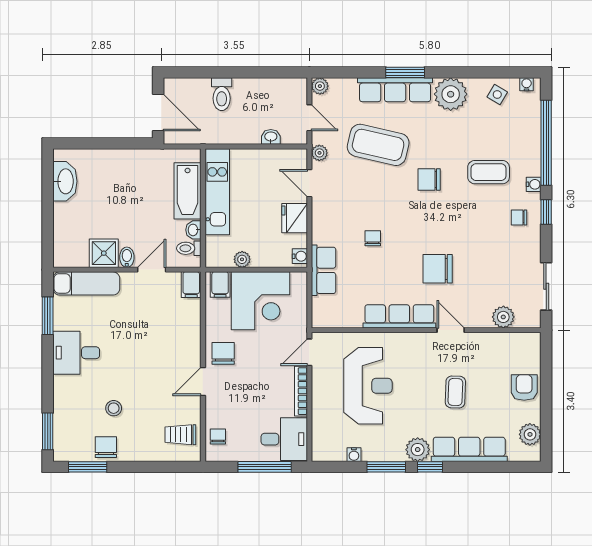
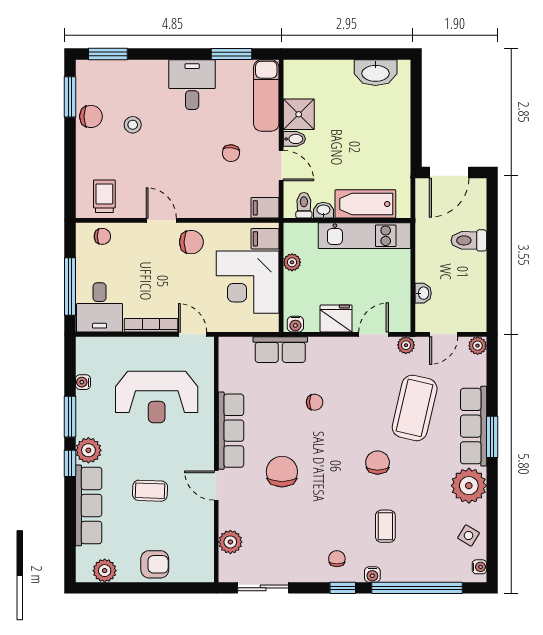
coffee table: (489, 172) -> (385, 526), width x0.73, depth x0.77
chair: (140, 316) -> (231, 153), added
door: (451, 330) -> (216, 486), swing flipped

